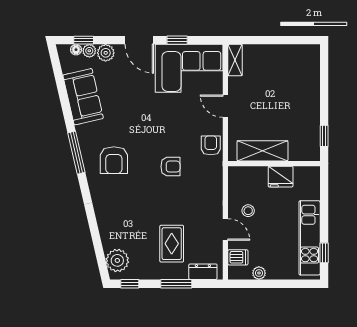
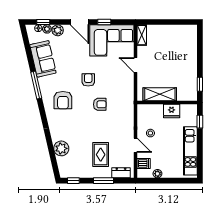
armchair: (211, 145) -> (88, 80), moved
window: (76, 153) -> (36, 85), moved
window: (324, 253) -> (200, 122), moved
plant: (117, 260) -> (61, 148), moved

